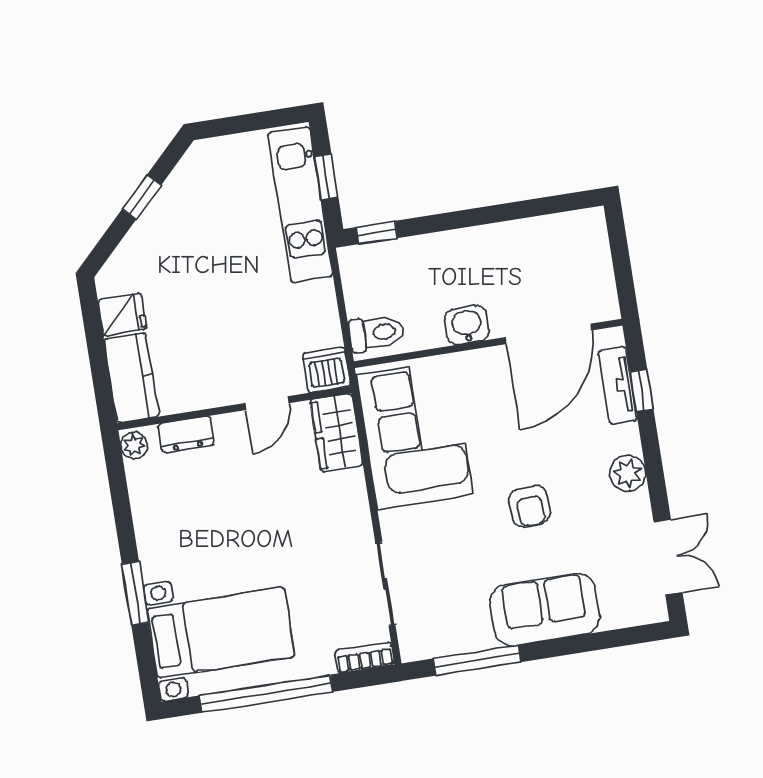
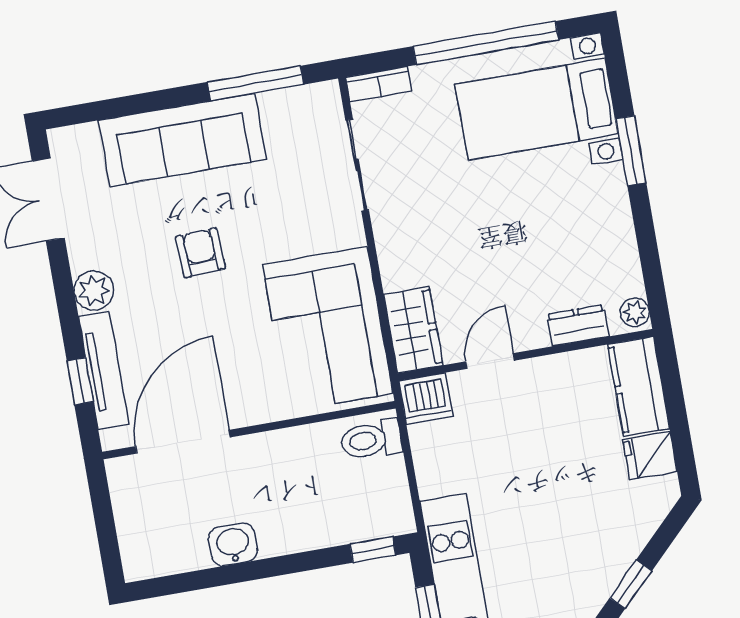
washbasin: (467, 325) -> (233, 544), moved, turned 180
tv unit: (618, 385) -> (104, 370), width x1.41
sofa: (545, 610) -> (182, 140), width x1.36

